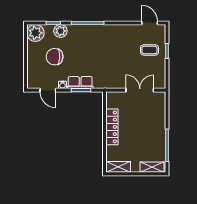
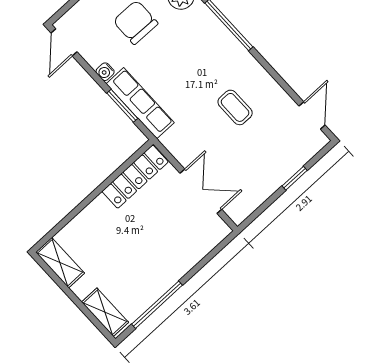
coffee table: (149, 50) -> (235, 107), moved
row of seats: (80, 83) -> (140, 103), width x1.48
door: (48, 90) -> (64, 42), moved
locker: (112, 127) -> (135, 177), moved

